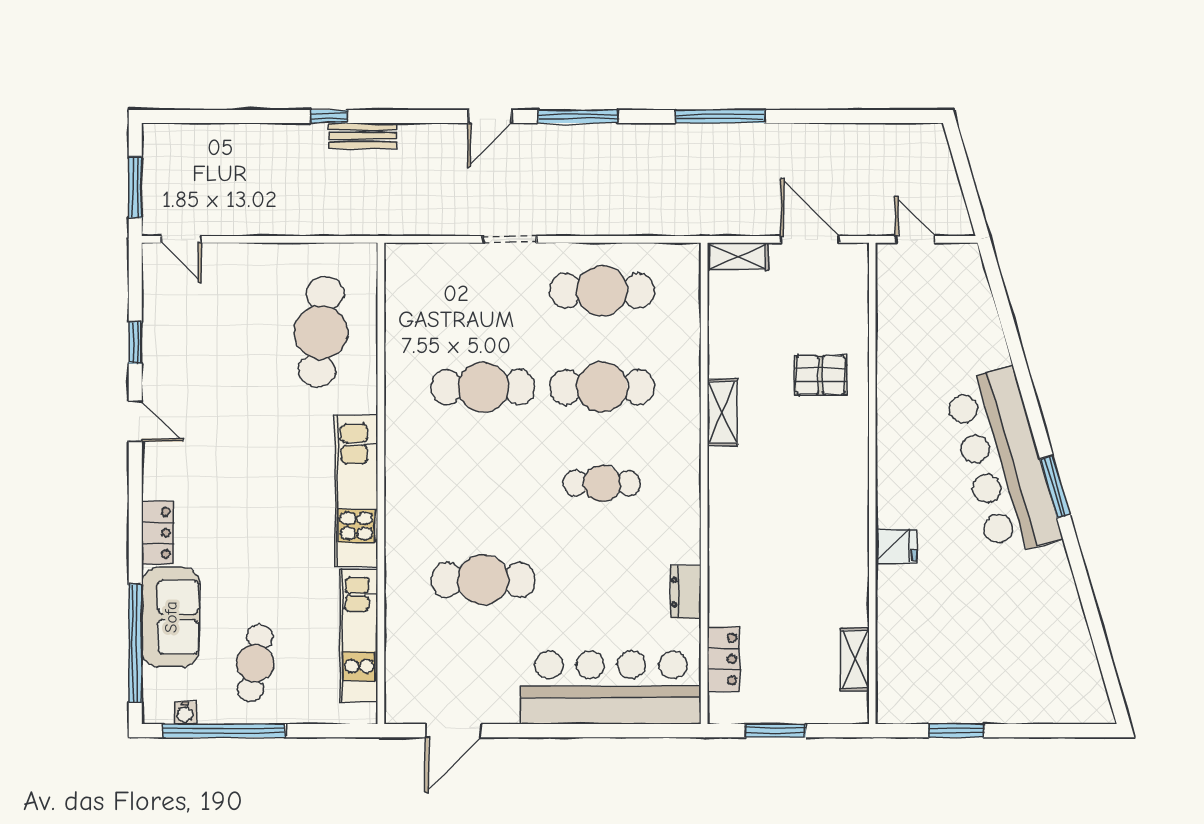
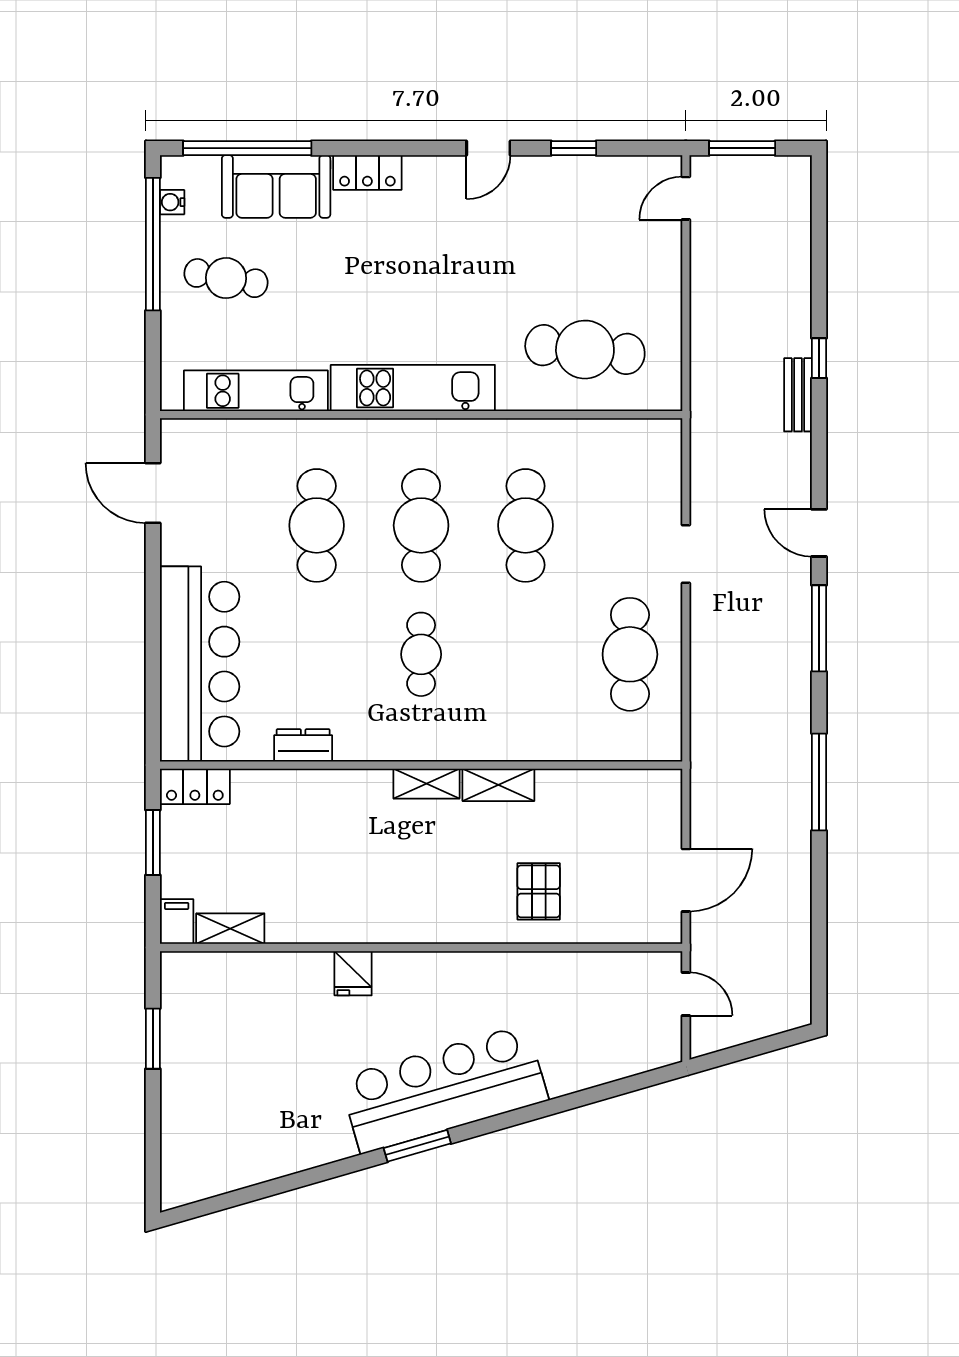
door: (915, 239) -> (686, 994), hinge flipped
shelving: (738, 256) -> (426, 784), moved, turned 90
cafe table: (602, 387) -> (421, 525), moved
locker: (724, 659) -> (195, 786), moved
filing cabinet: (848, 709) -> (177, 922), added

